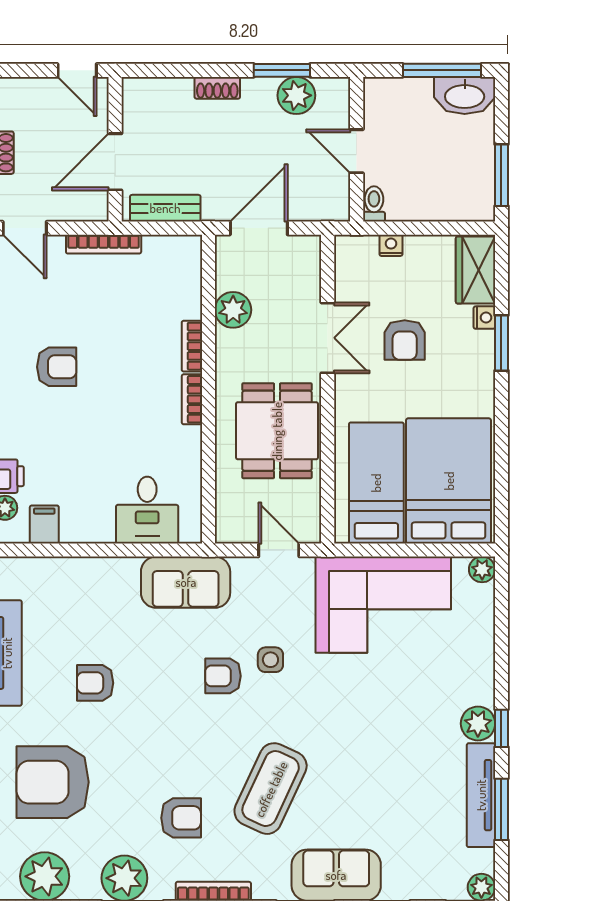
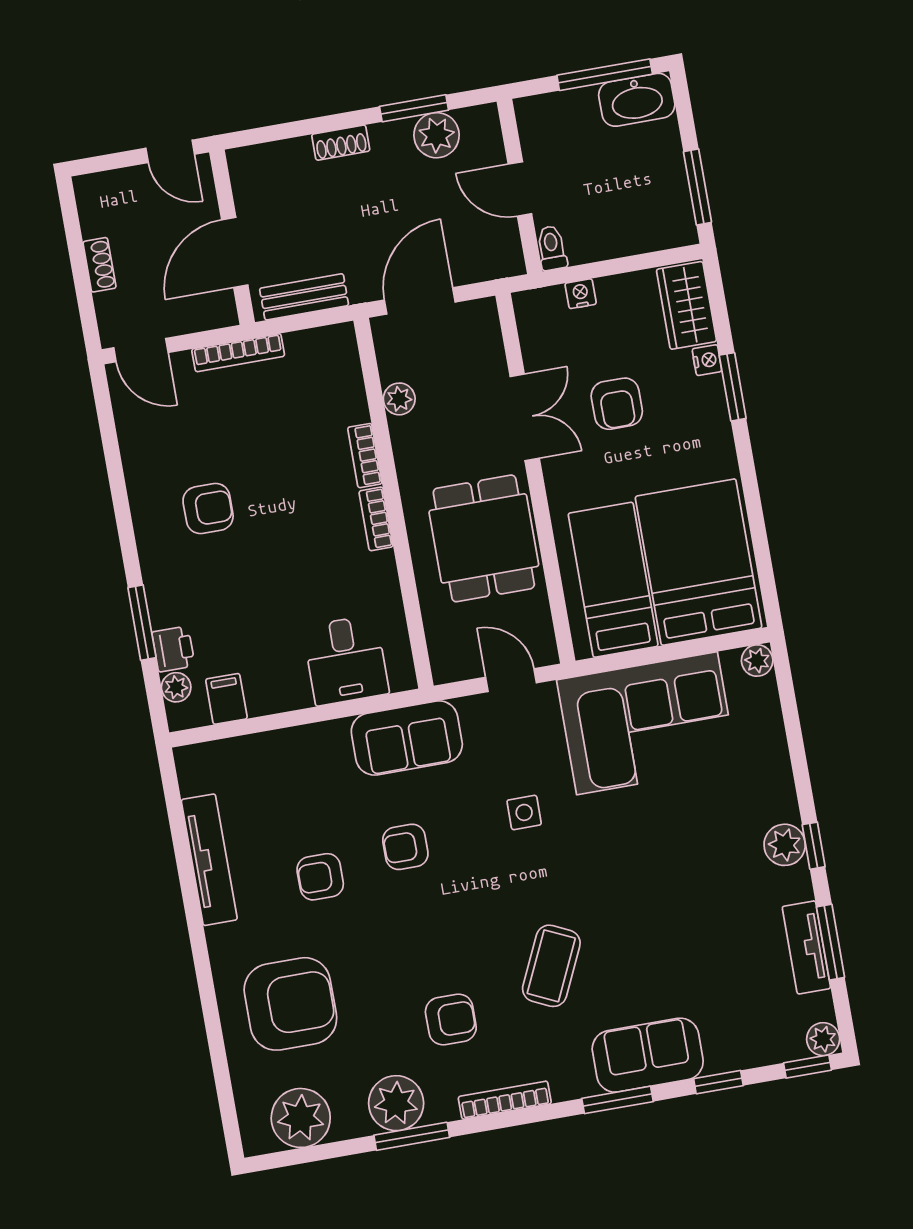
plant: (233, 310) -> (399, 399), width x0.73, depth x0.73
armchair: (223, 676) -> (405, 847), moved
armchair: (53, 782) -> (290, 1004), turned 180
coffee table: (271, 789) -> (551, 966), width x0.73, depth x0.76
tv unit: (481, 795) -> (806, 947), width x0.71

